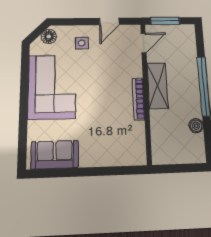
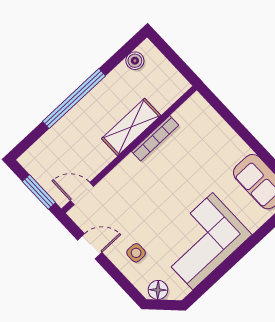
shelving: (157, 86) -> (131, 127), moved
bookcase: (139, 99) -> (155, 138), moved
boiler: (196, 126) -> (135, 61), moved

